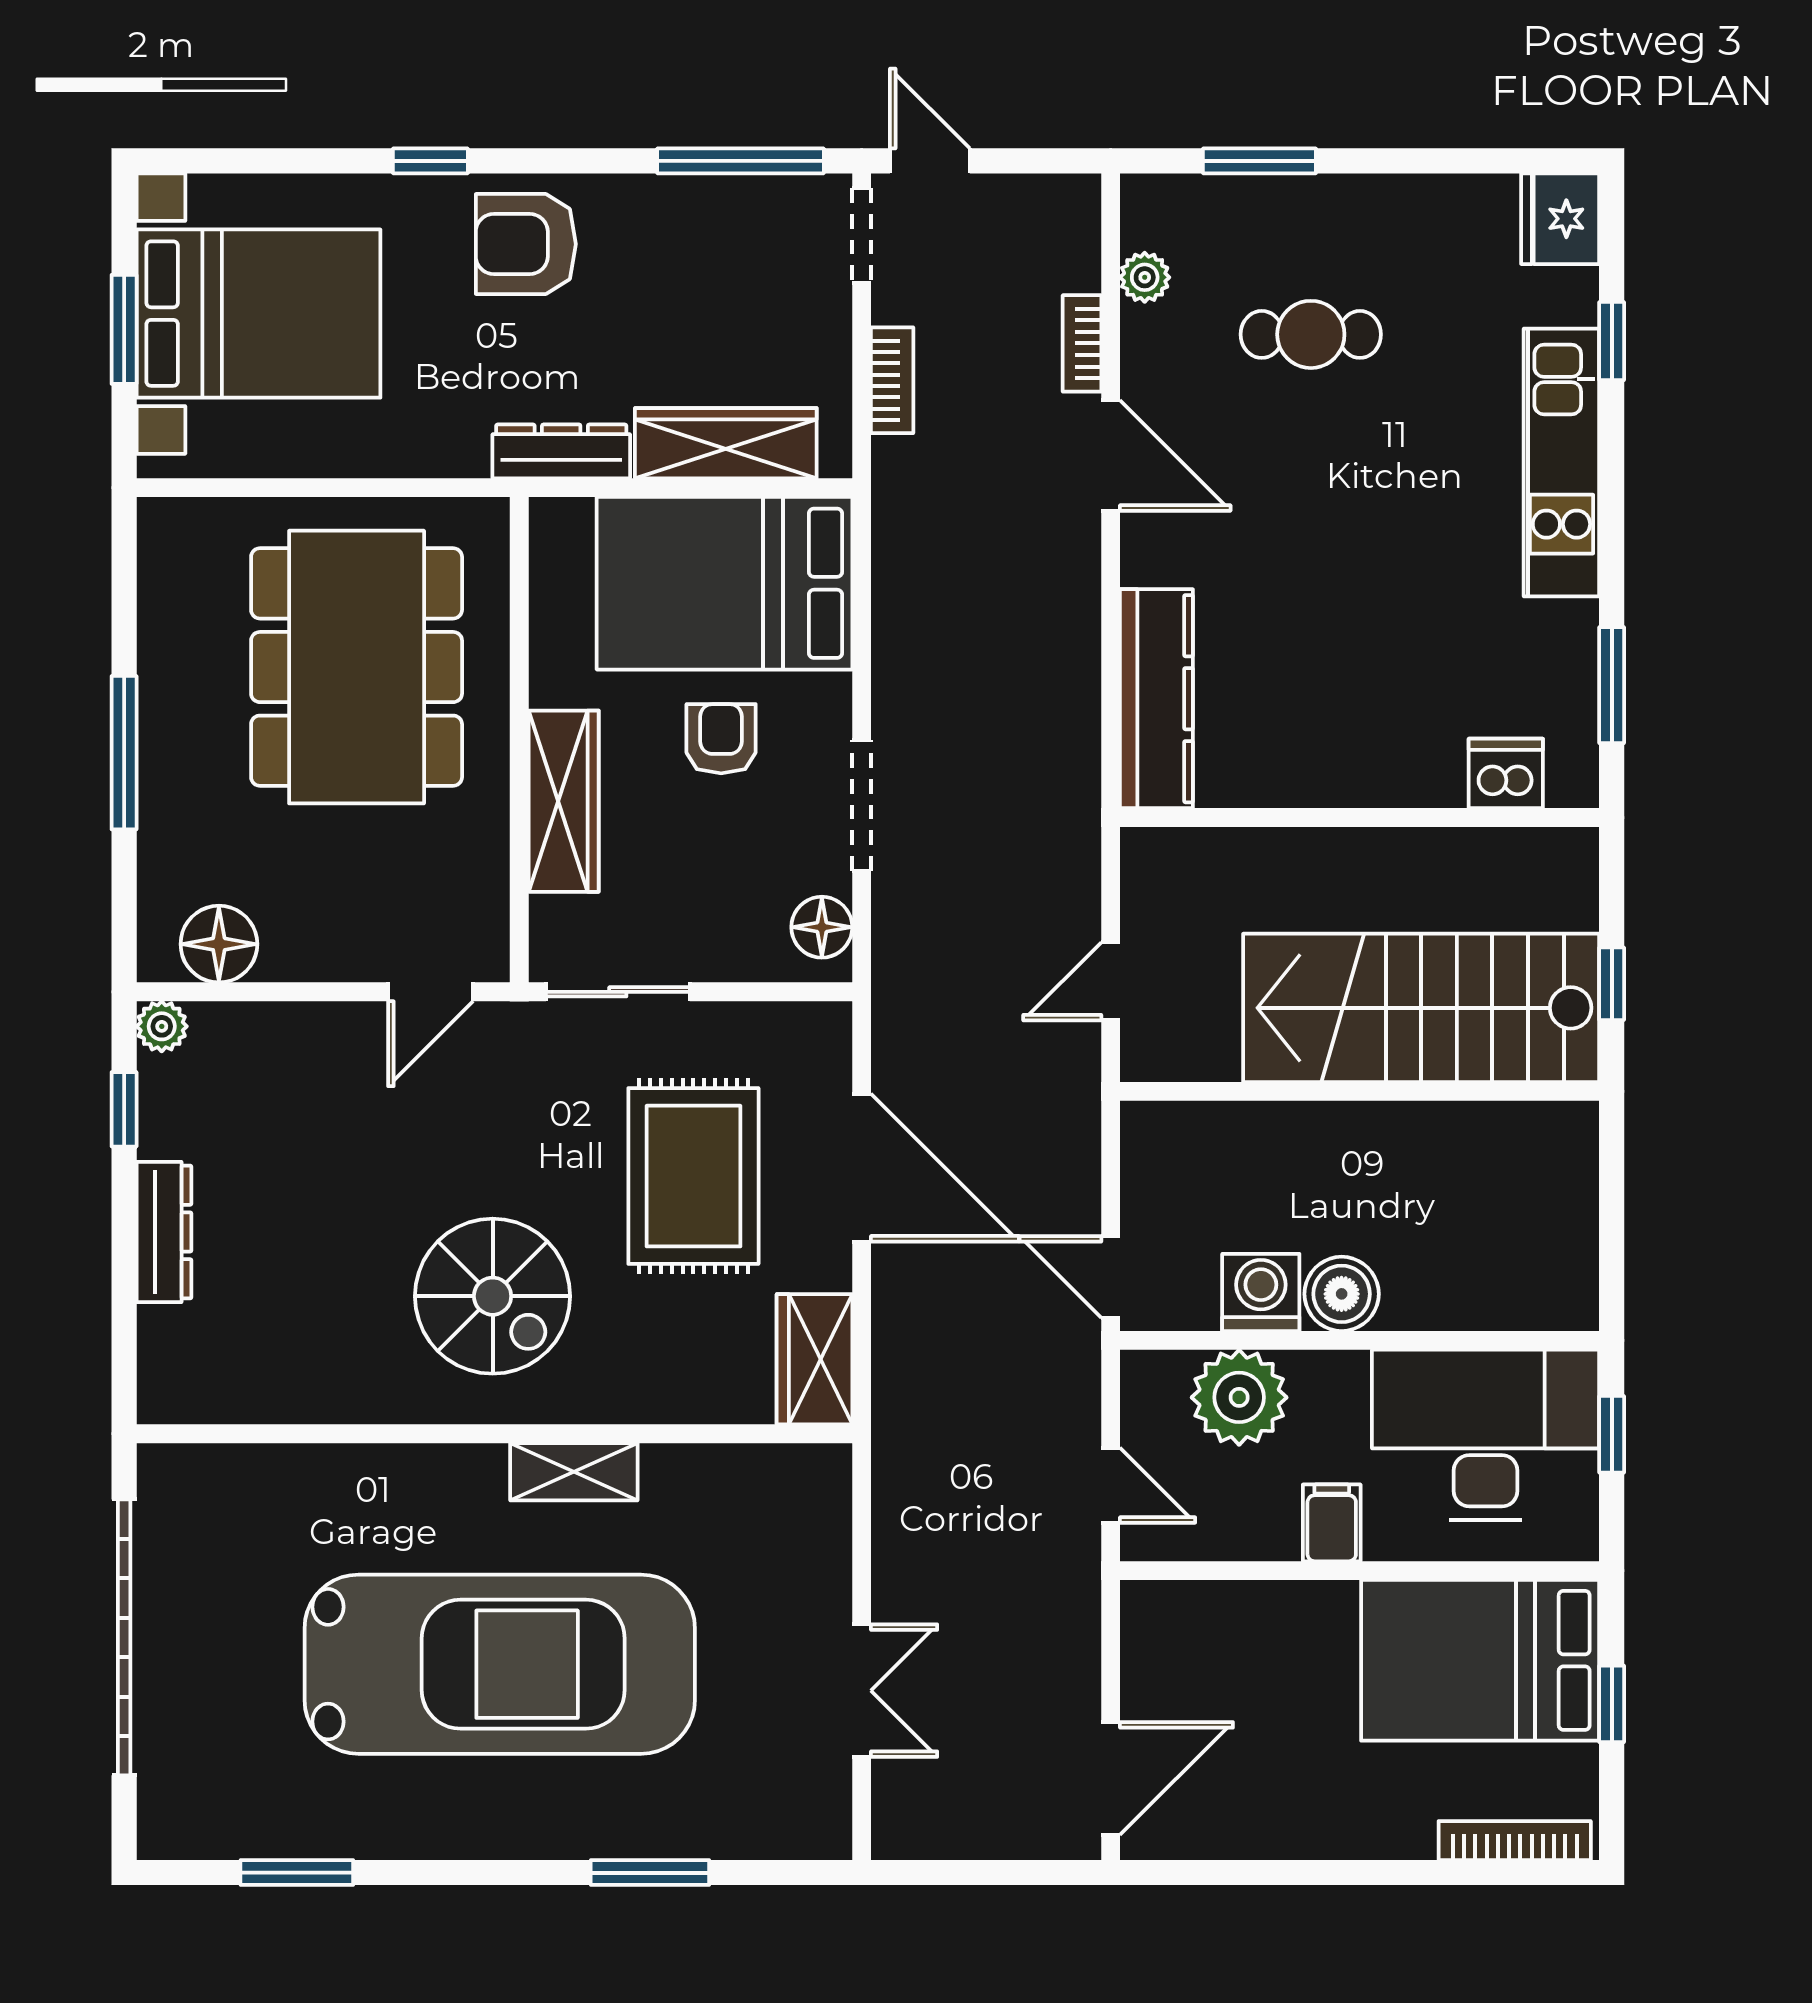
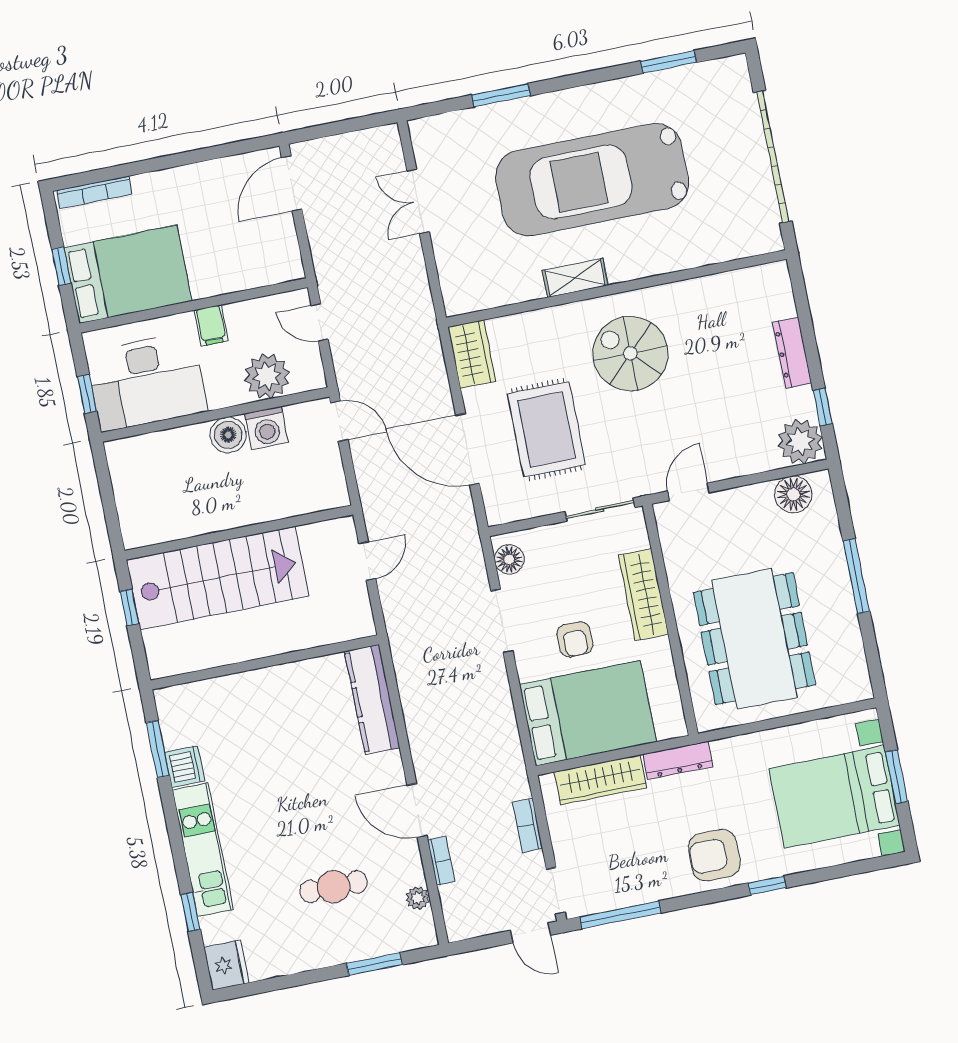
armchair: (526, 244) -> (714, 855), turned 180
dishwasher: (1506, 773) -> (185, 767), moved, turned -90
plant: (162, 1026) -> (800, 442), width x1.88, depth x1.88

